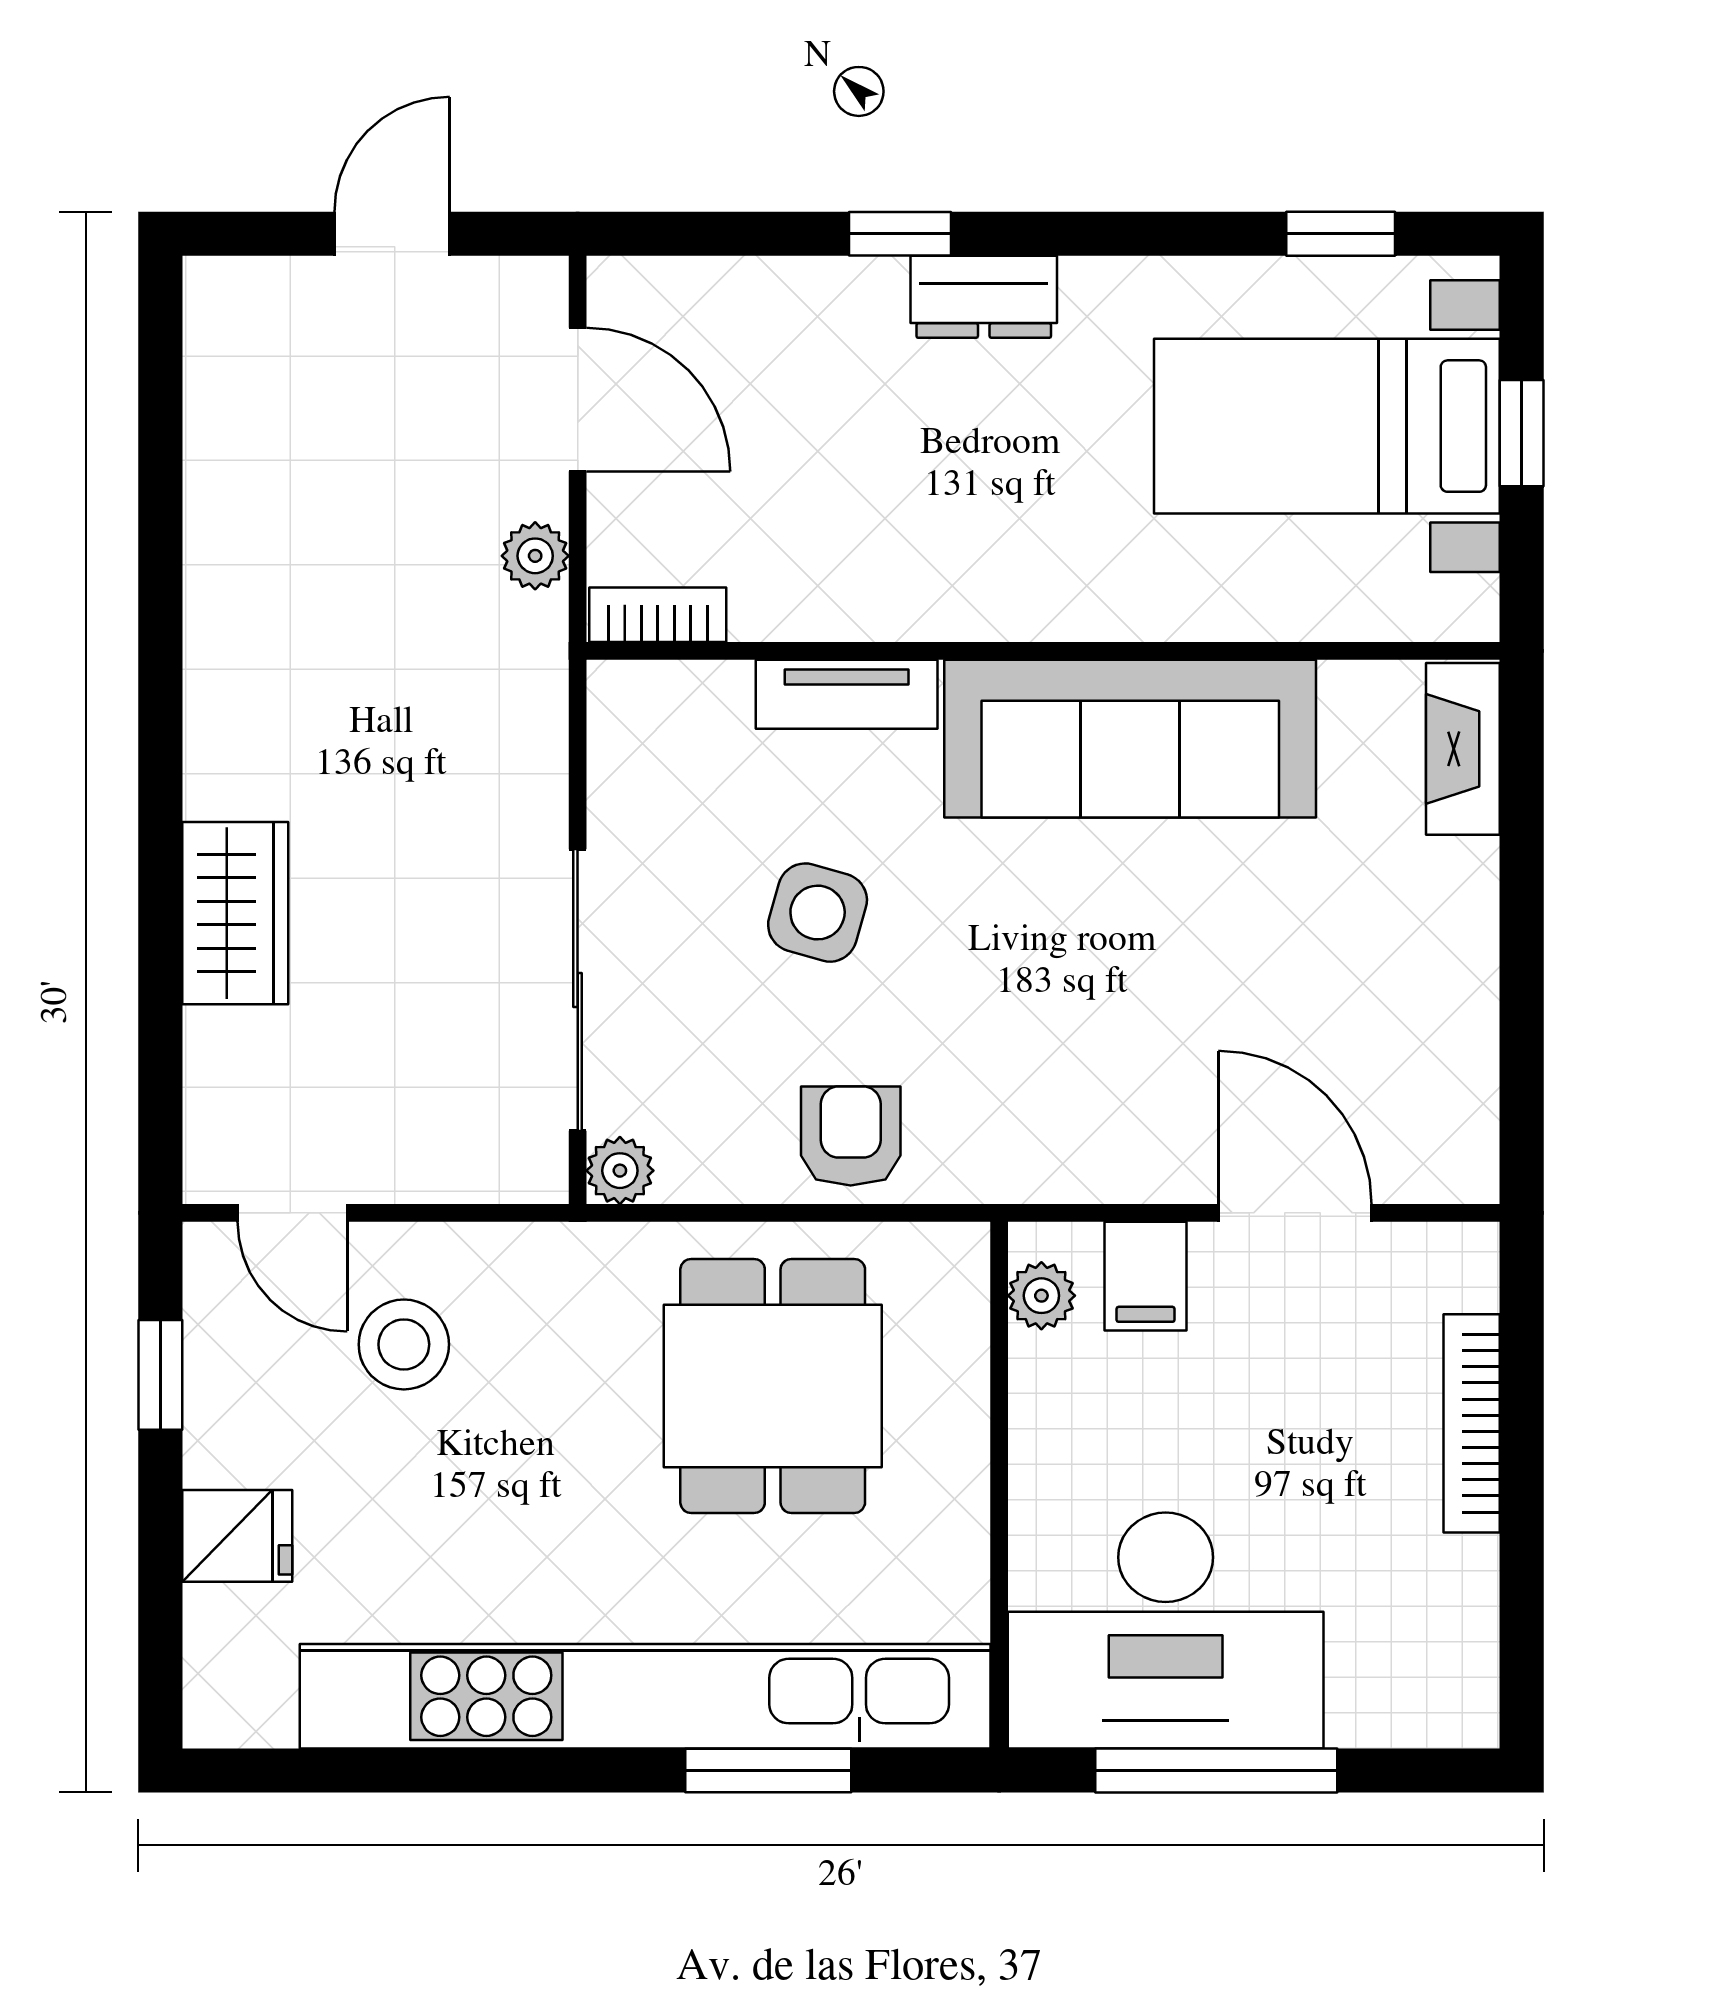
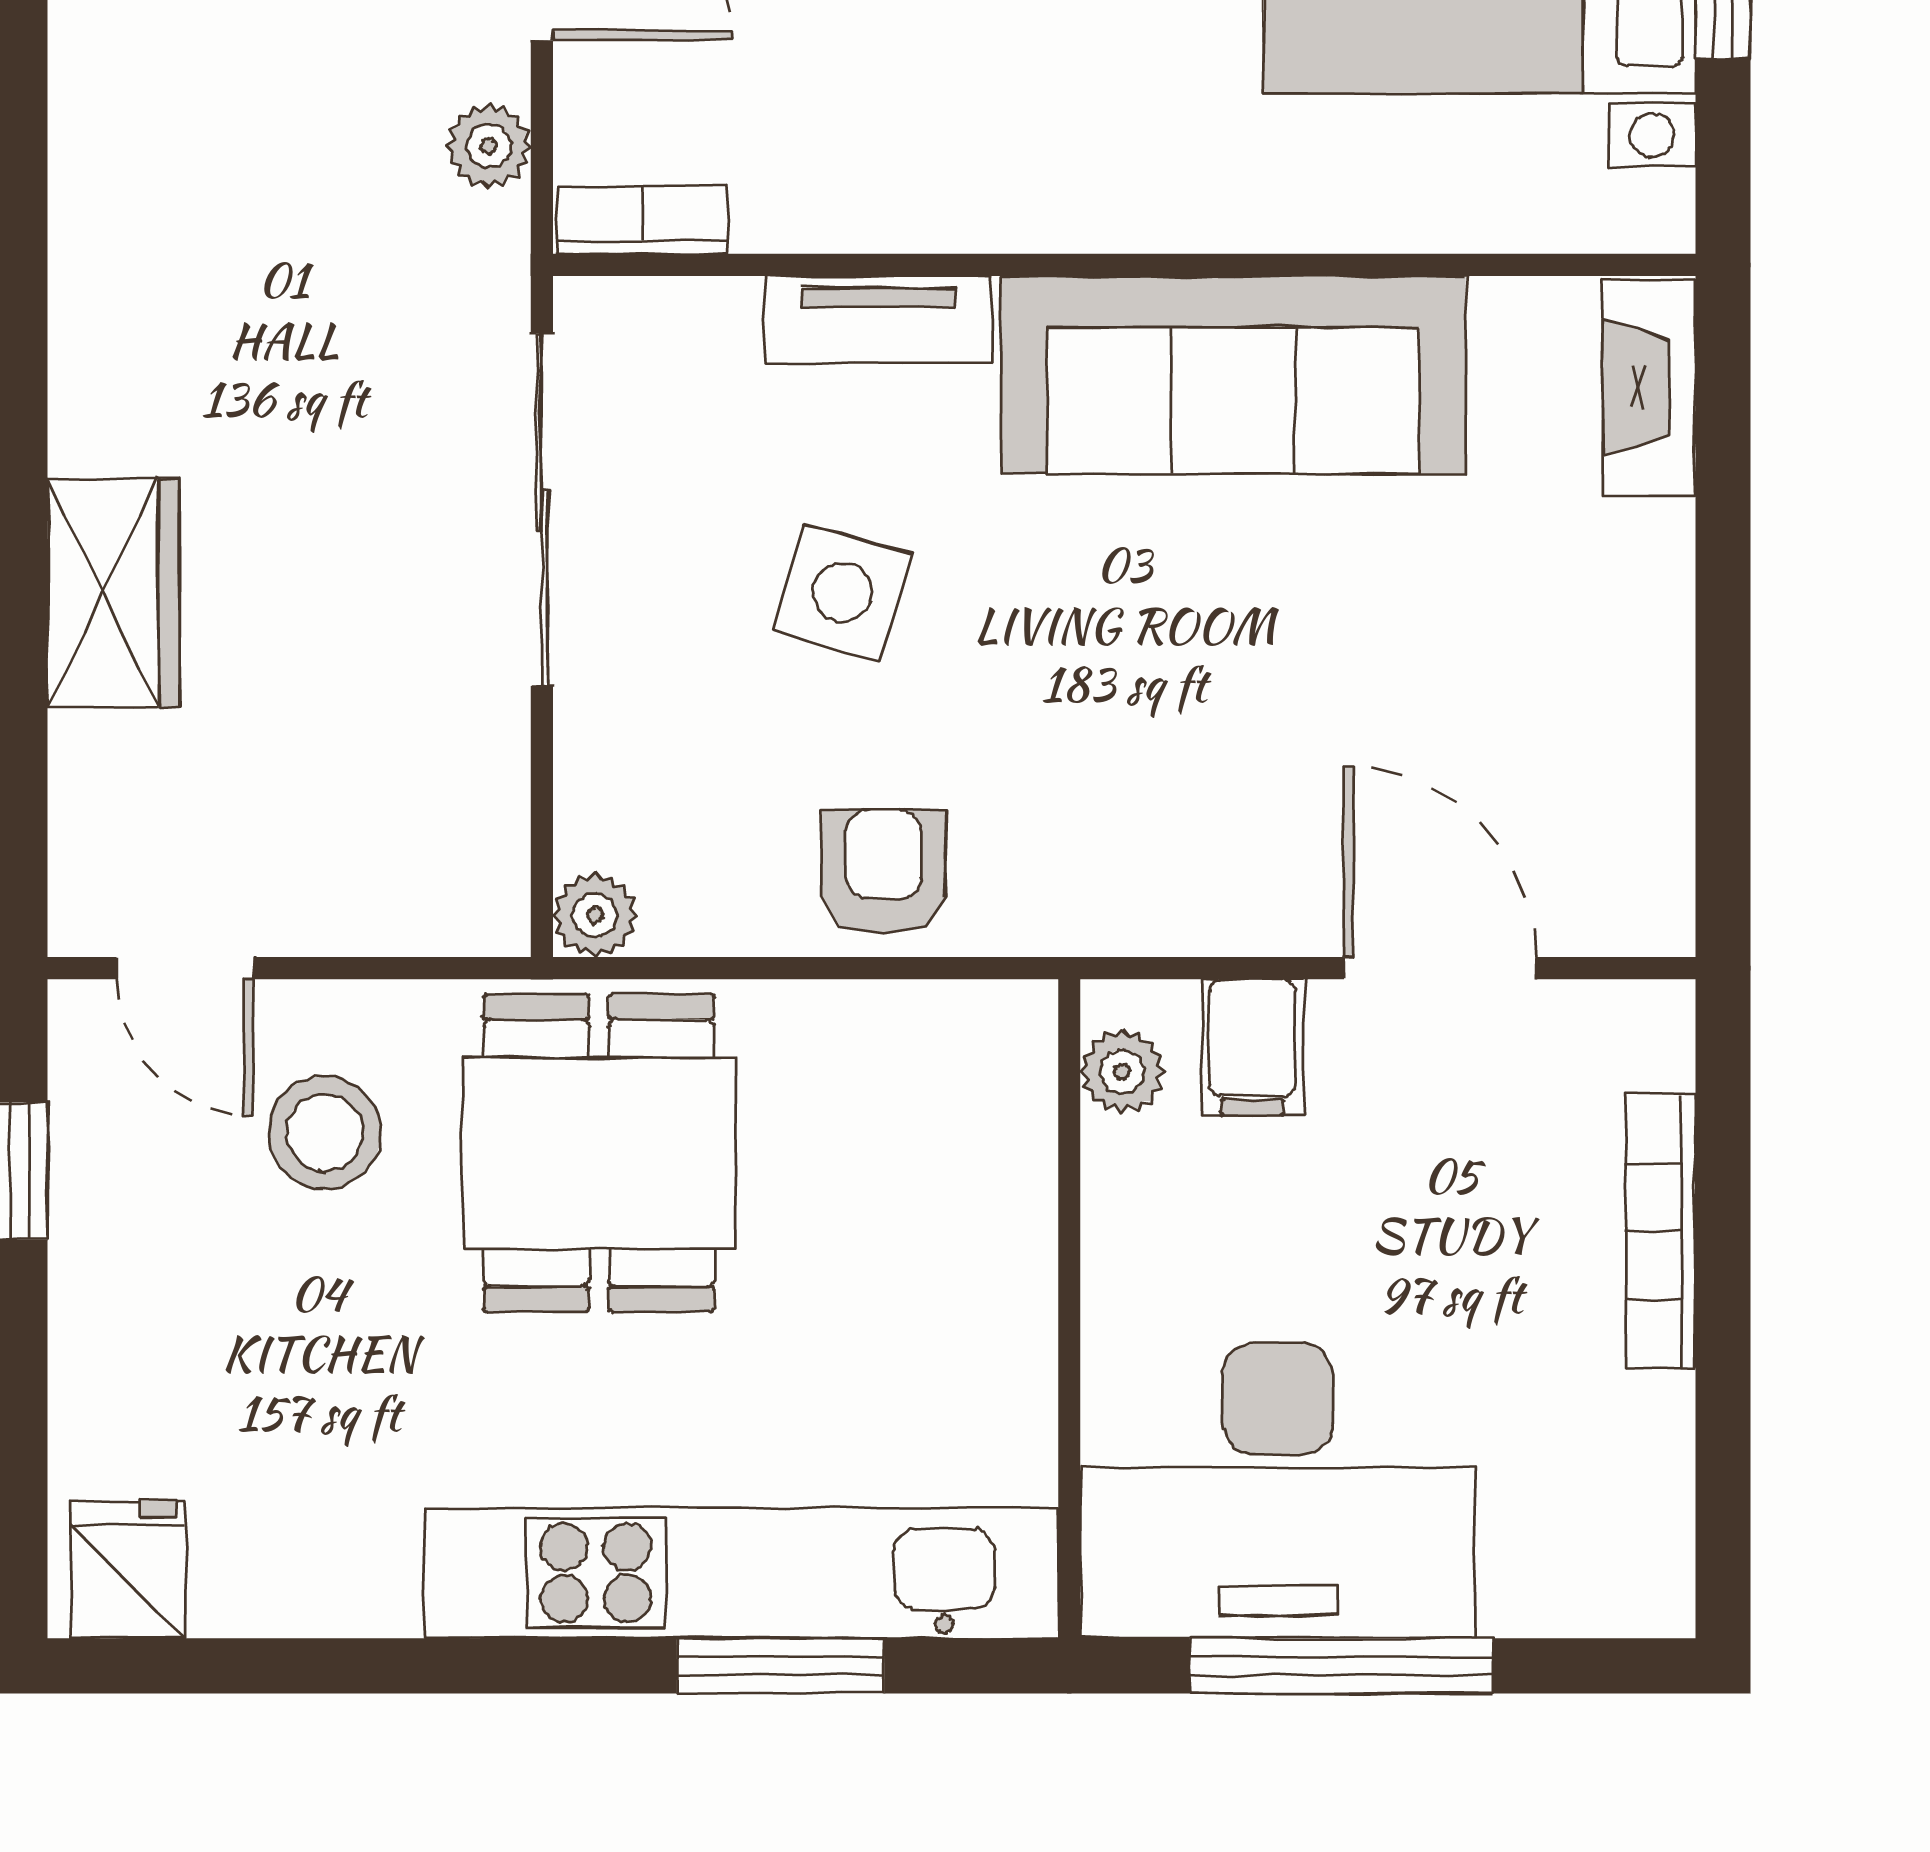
sliding door: (578, 990) -> (542, 510), moved
dining table: (773, 1386) -> (599, 1153), moved
fridge: (237, 1536) -> (128, 1570), moved, turned -90
kitchen unit: (645, 1696) -> (741, 1573), width x0.73

